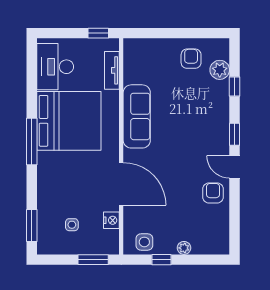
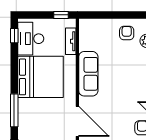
window: (32, 62) -> (14, 36), added
window: (32, 142) -> (14, 110), moved

